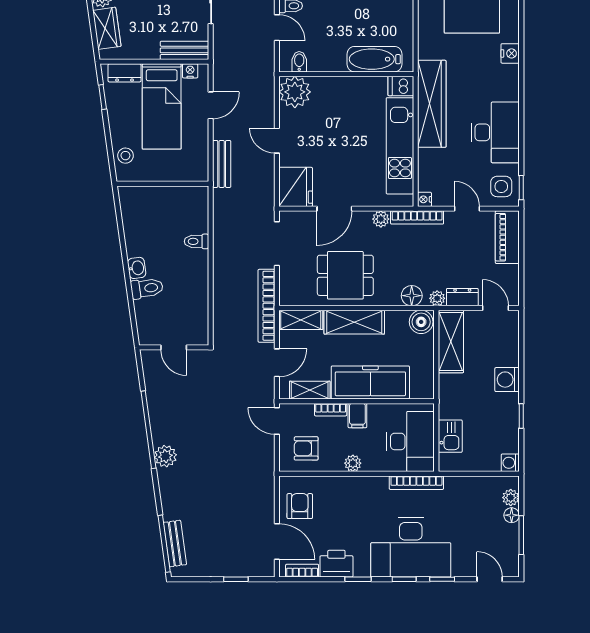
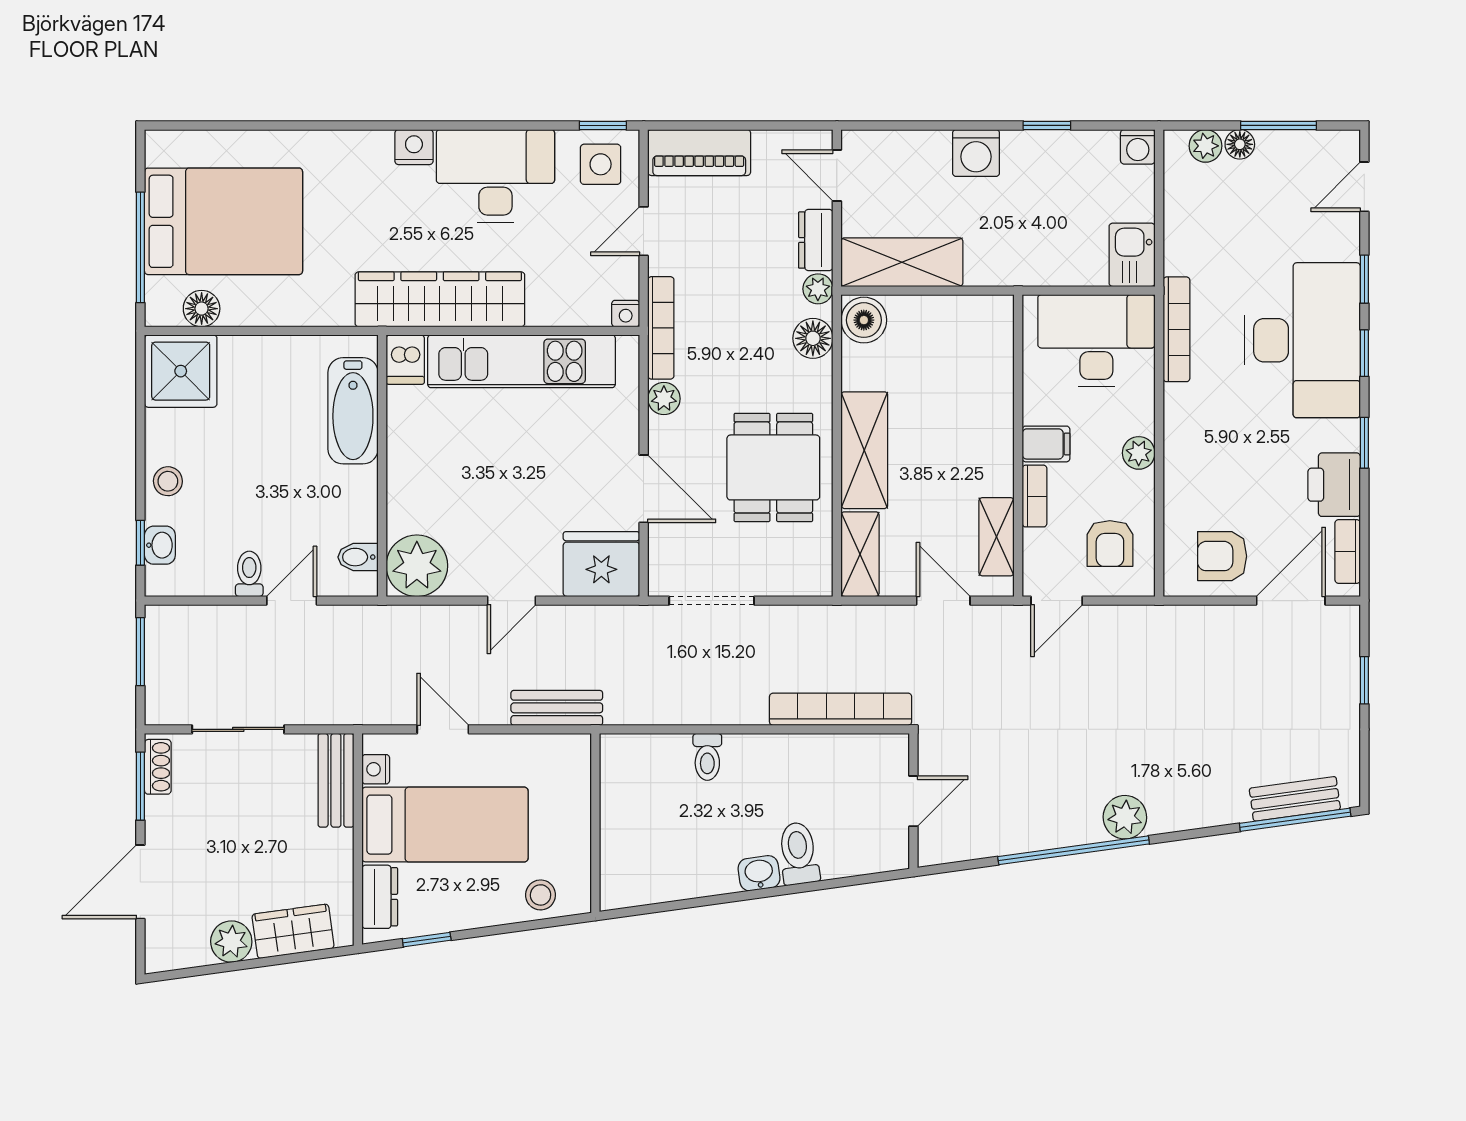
nightstand: (510, 53) -> (414, 147), moved
bookcase: (267, 306) -> (841, 709), moved, turned 180
door: (495, 308) -> (837, 176), hinge flipped
freezer: (370, 382) -> (982, 419), removed
kitchen sink: (450, 436) -> (1132, 255), moved, turned -90

